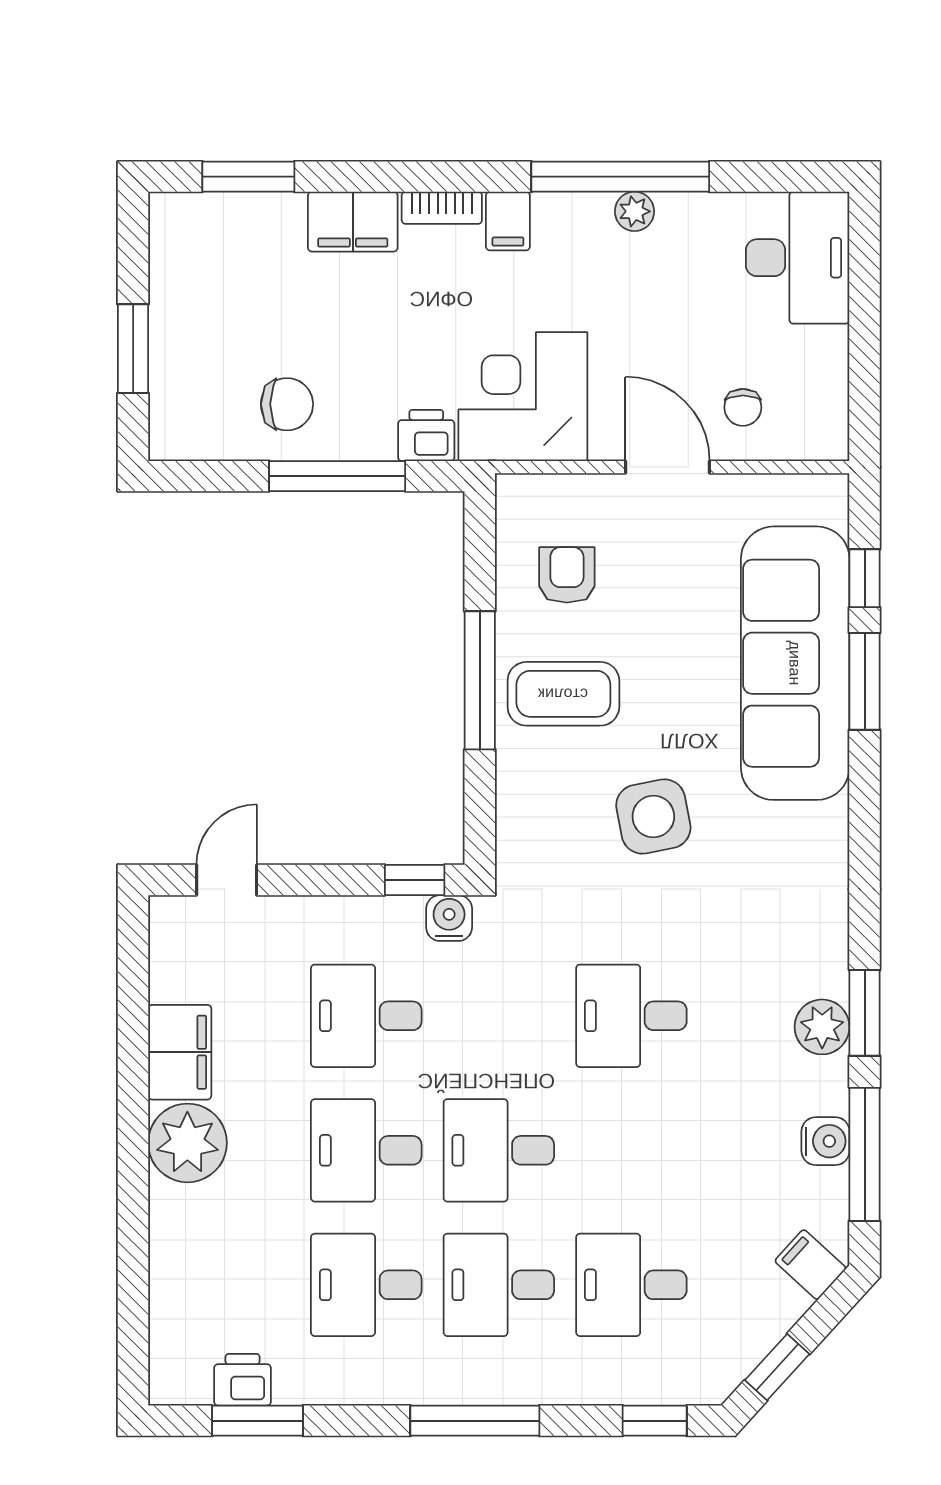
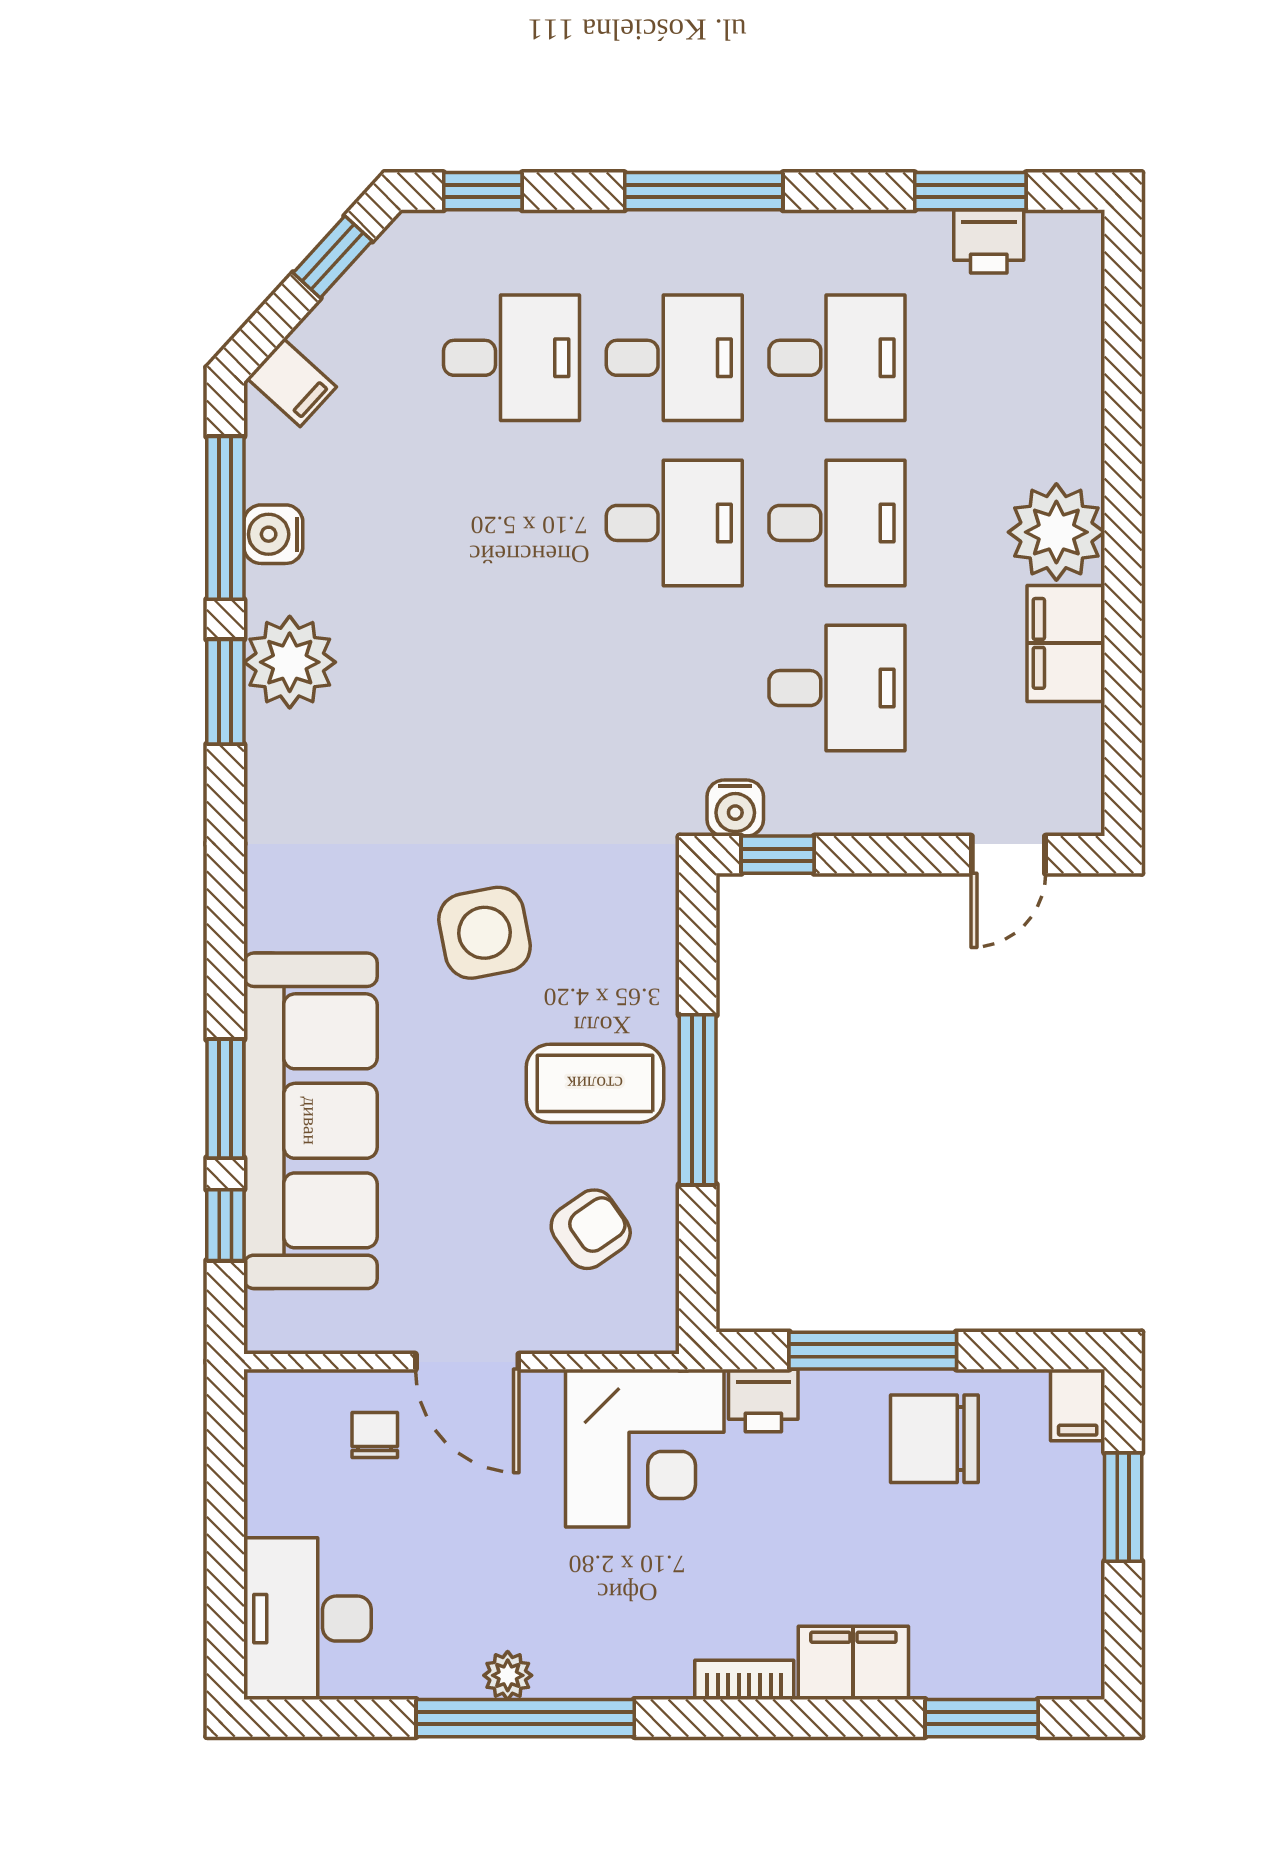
filing cabinet: (508, 221) -> (1078, 1405), moved, turned 180
chair: (287, 404) -> (934, 1439), width x1.37, depth x1.37
armchair: (567, 575) -> (591, 1229), turned -125
desk: (631, 1016) -> (512, 688), removed
plant: (822, 1027) -> (290, 662), width x1.36, depth x1.36

